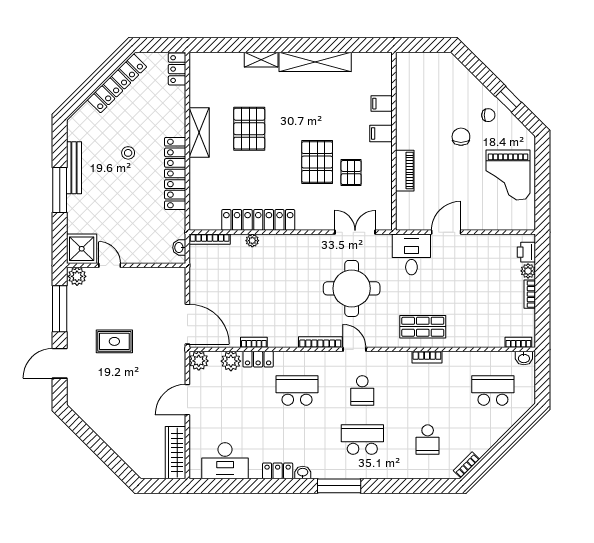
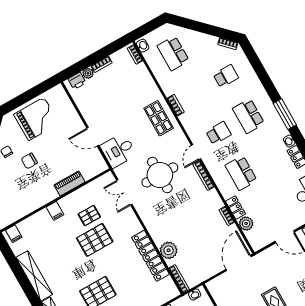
filing cabinet: (382, 104) -> (14, 234), moved
plant: (252, 241) -> (169, 250), width x1.88, depth x1.88
plant: (199, 361) -> (257, 243), removed

